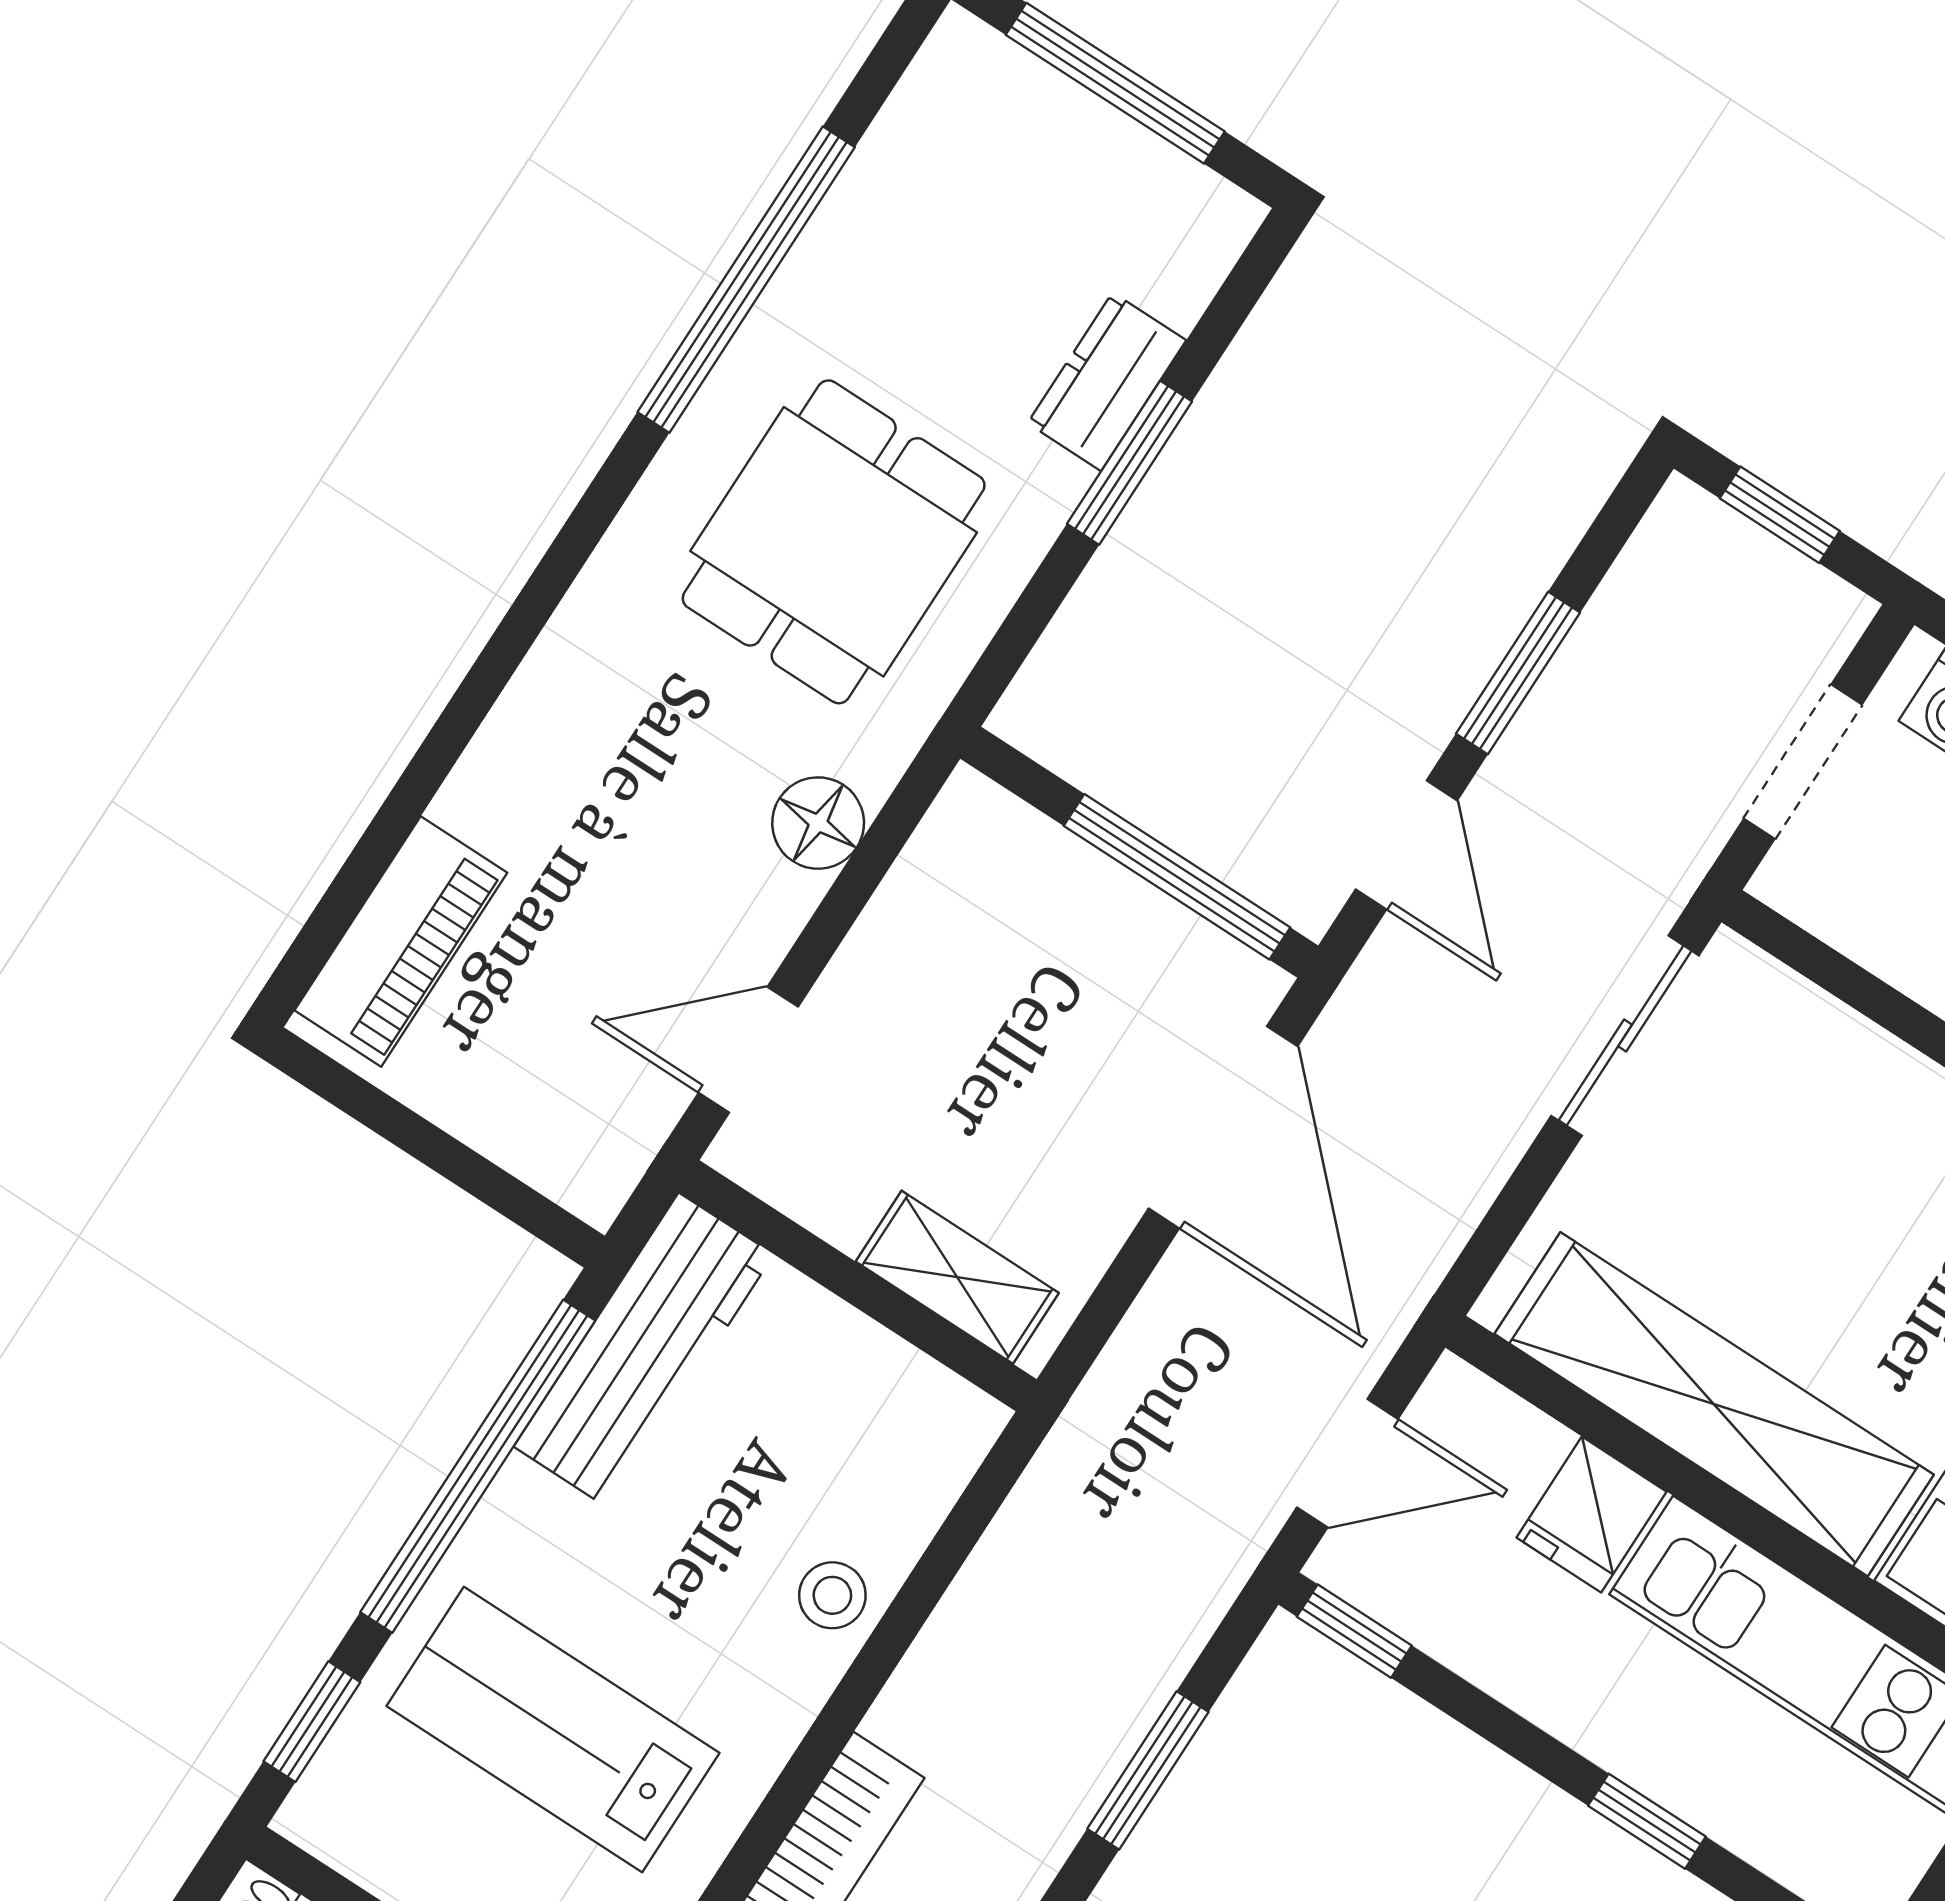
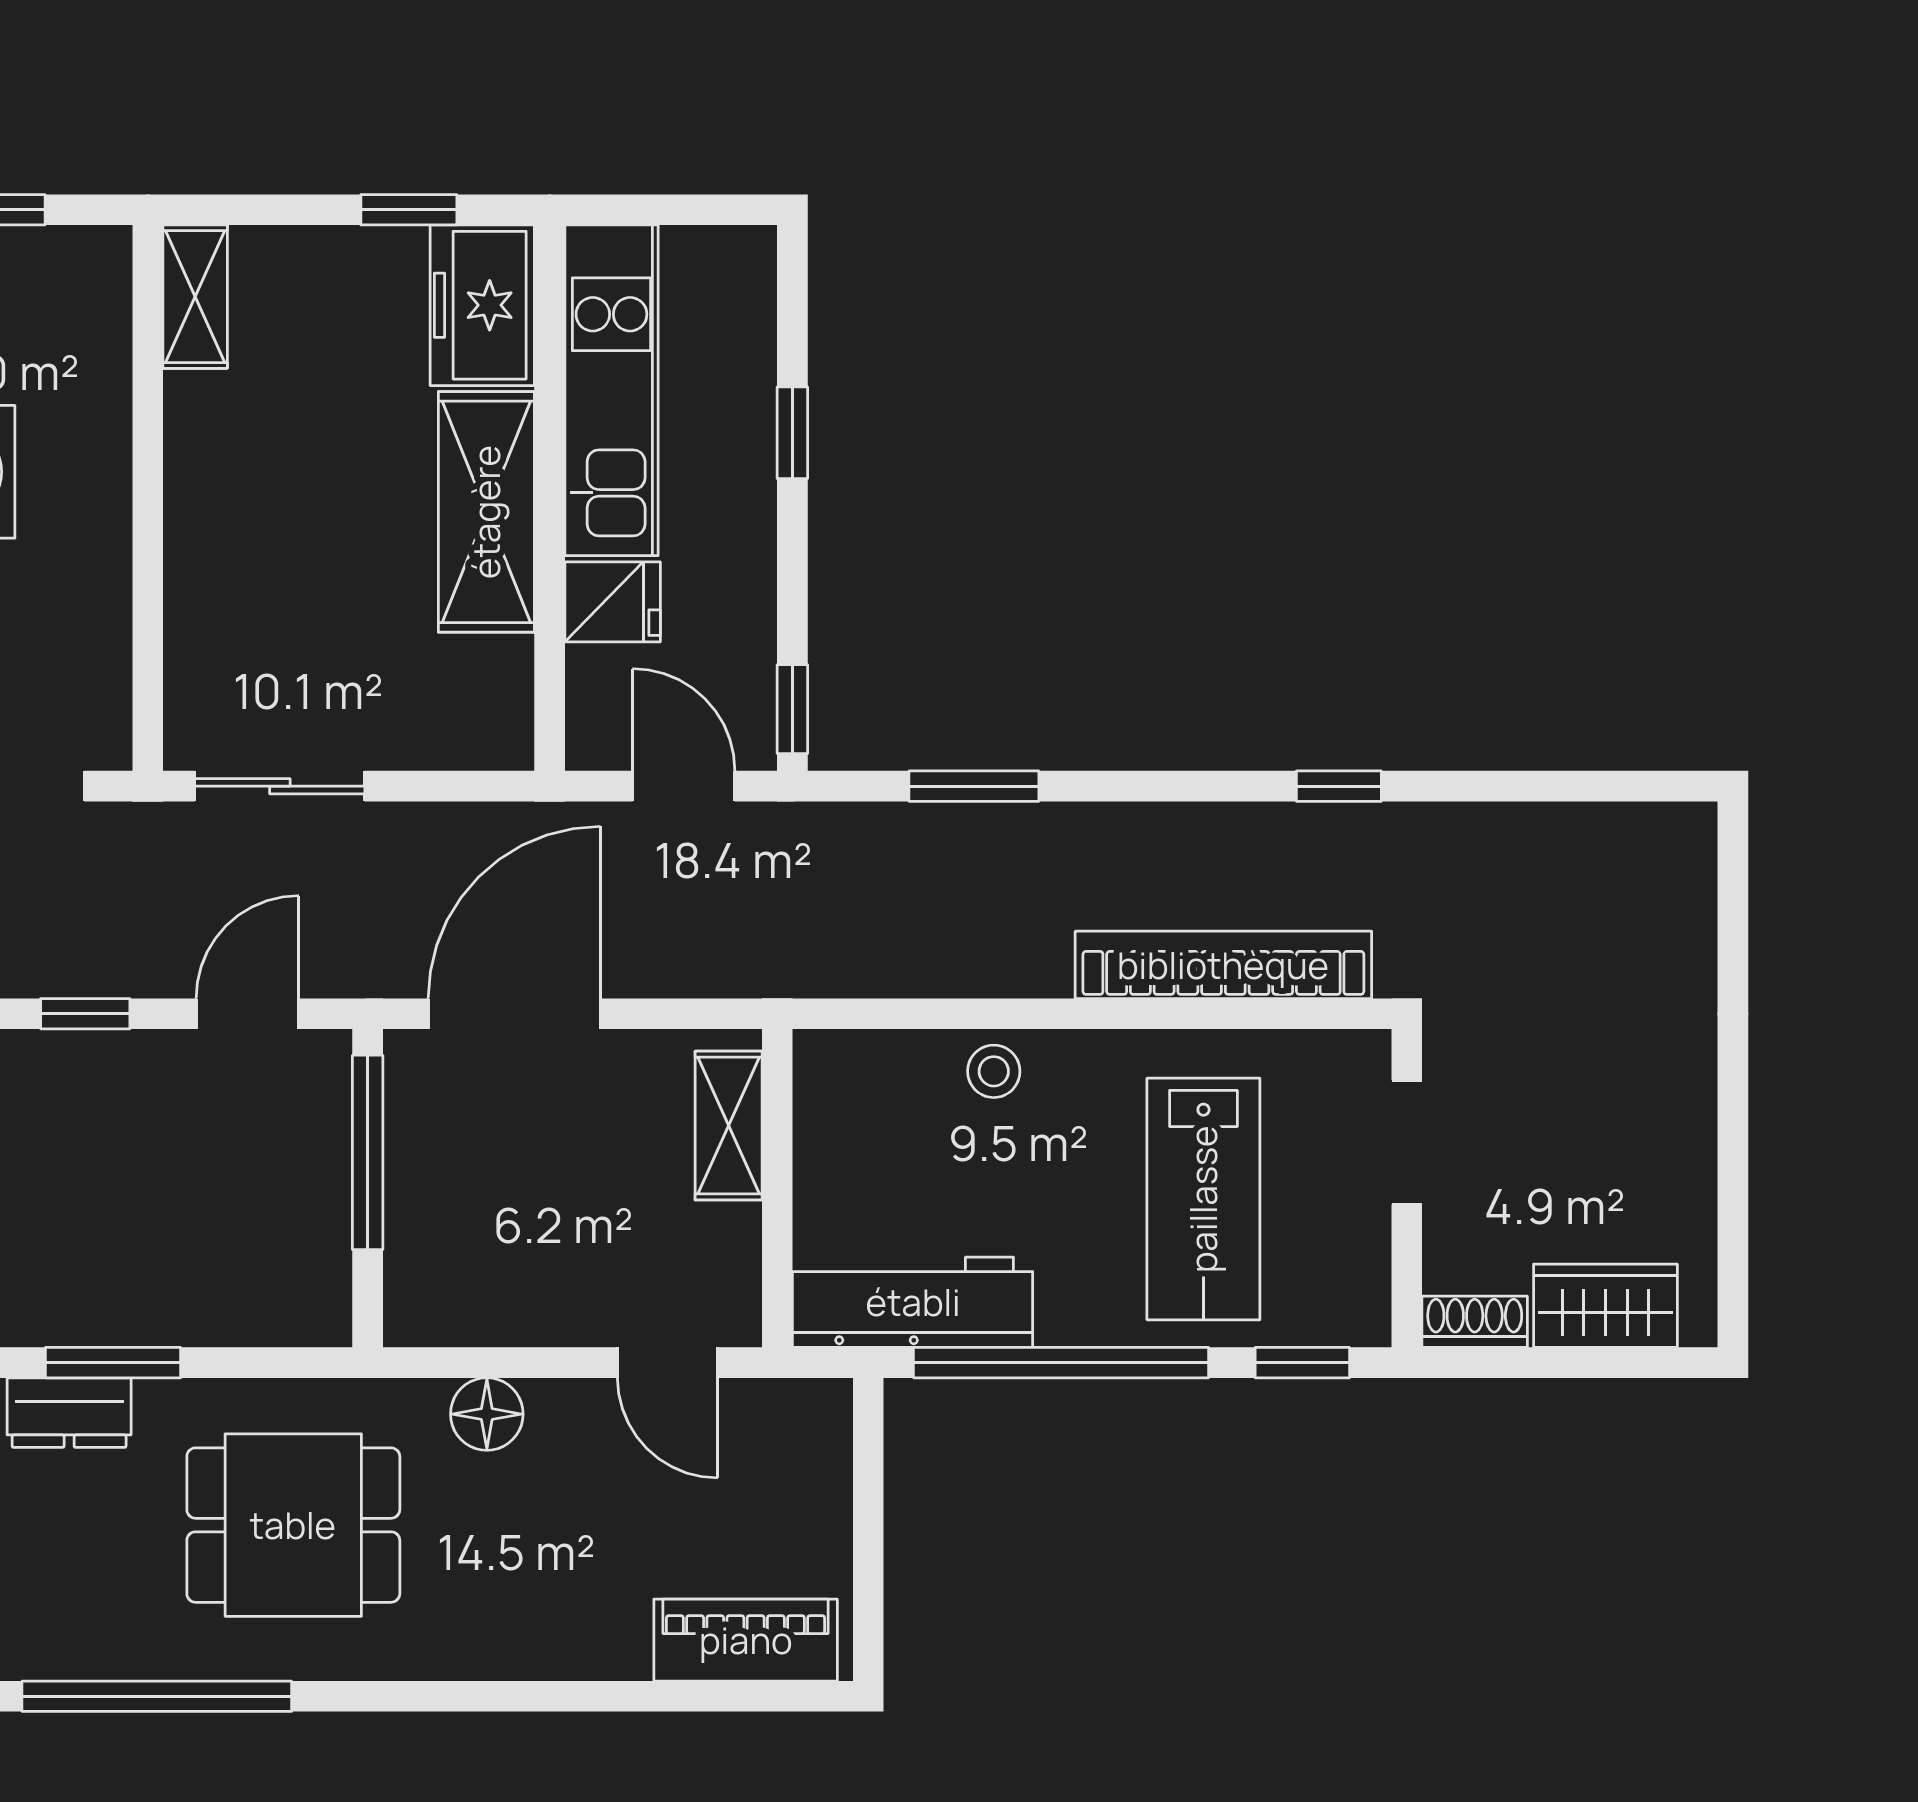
window: (1518, 673) -> (85, 1014), width x0.67
shelving: (1714, 1404) -> (486, 512), width x0.68

